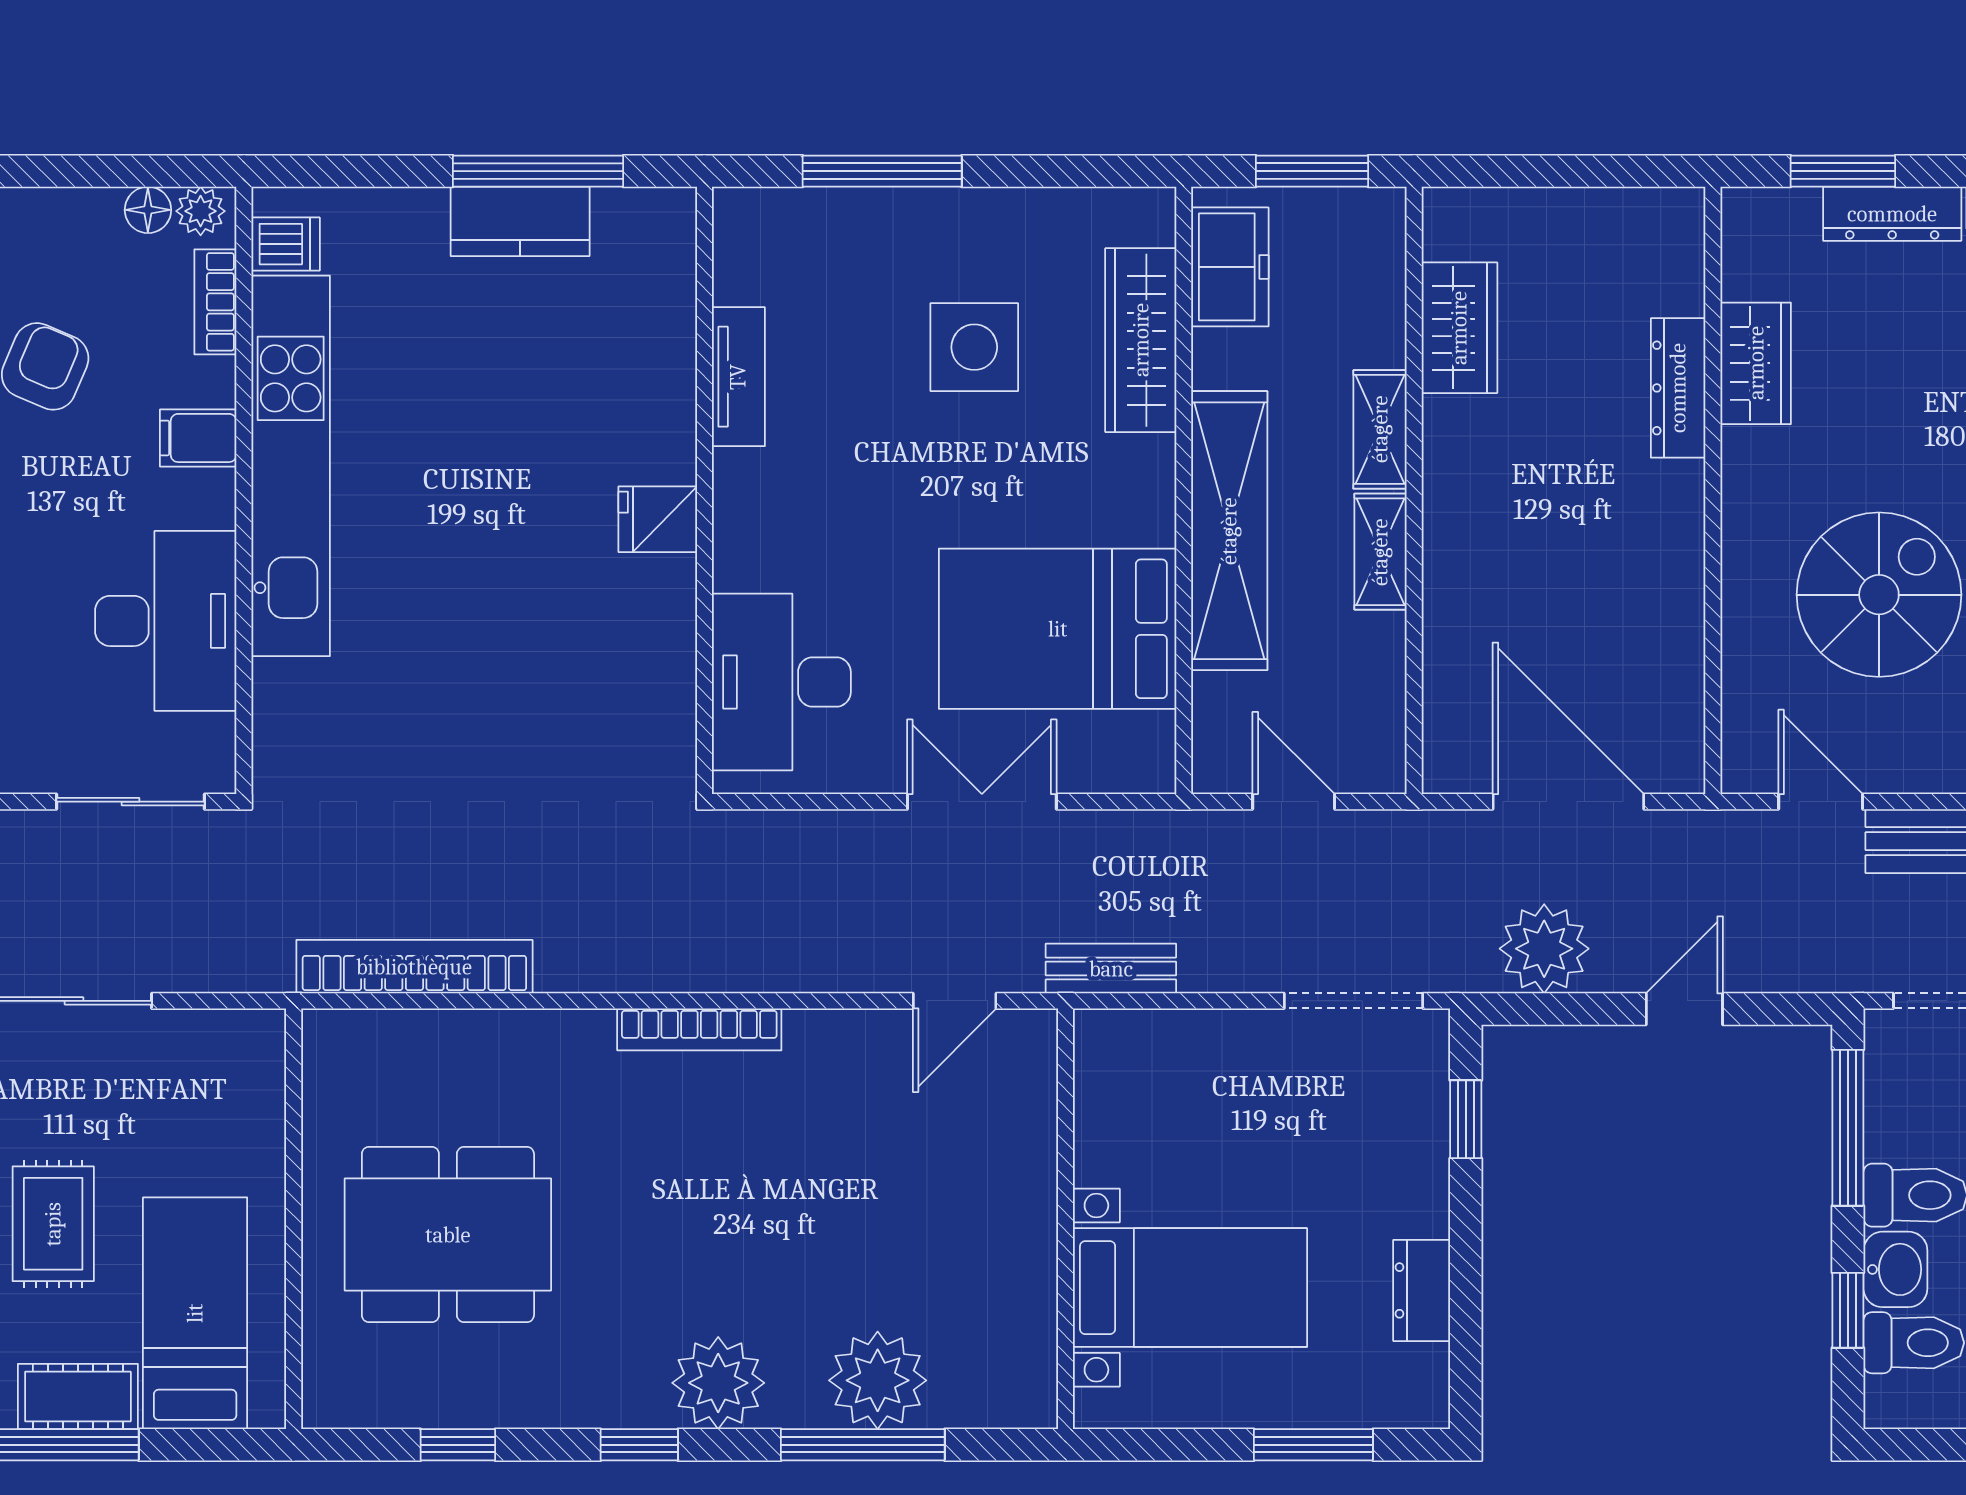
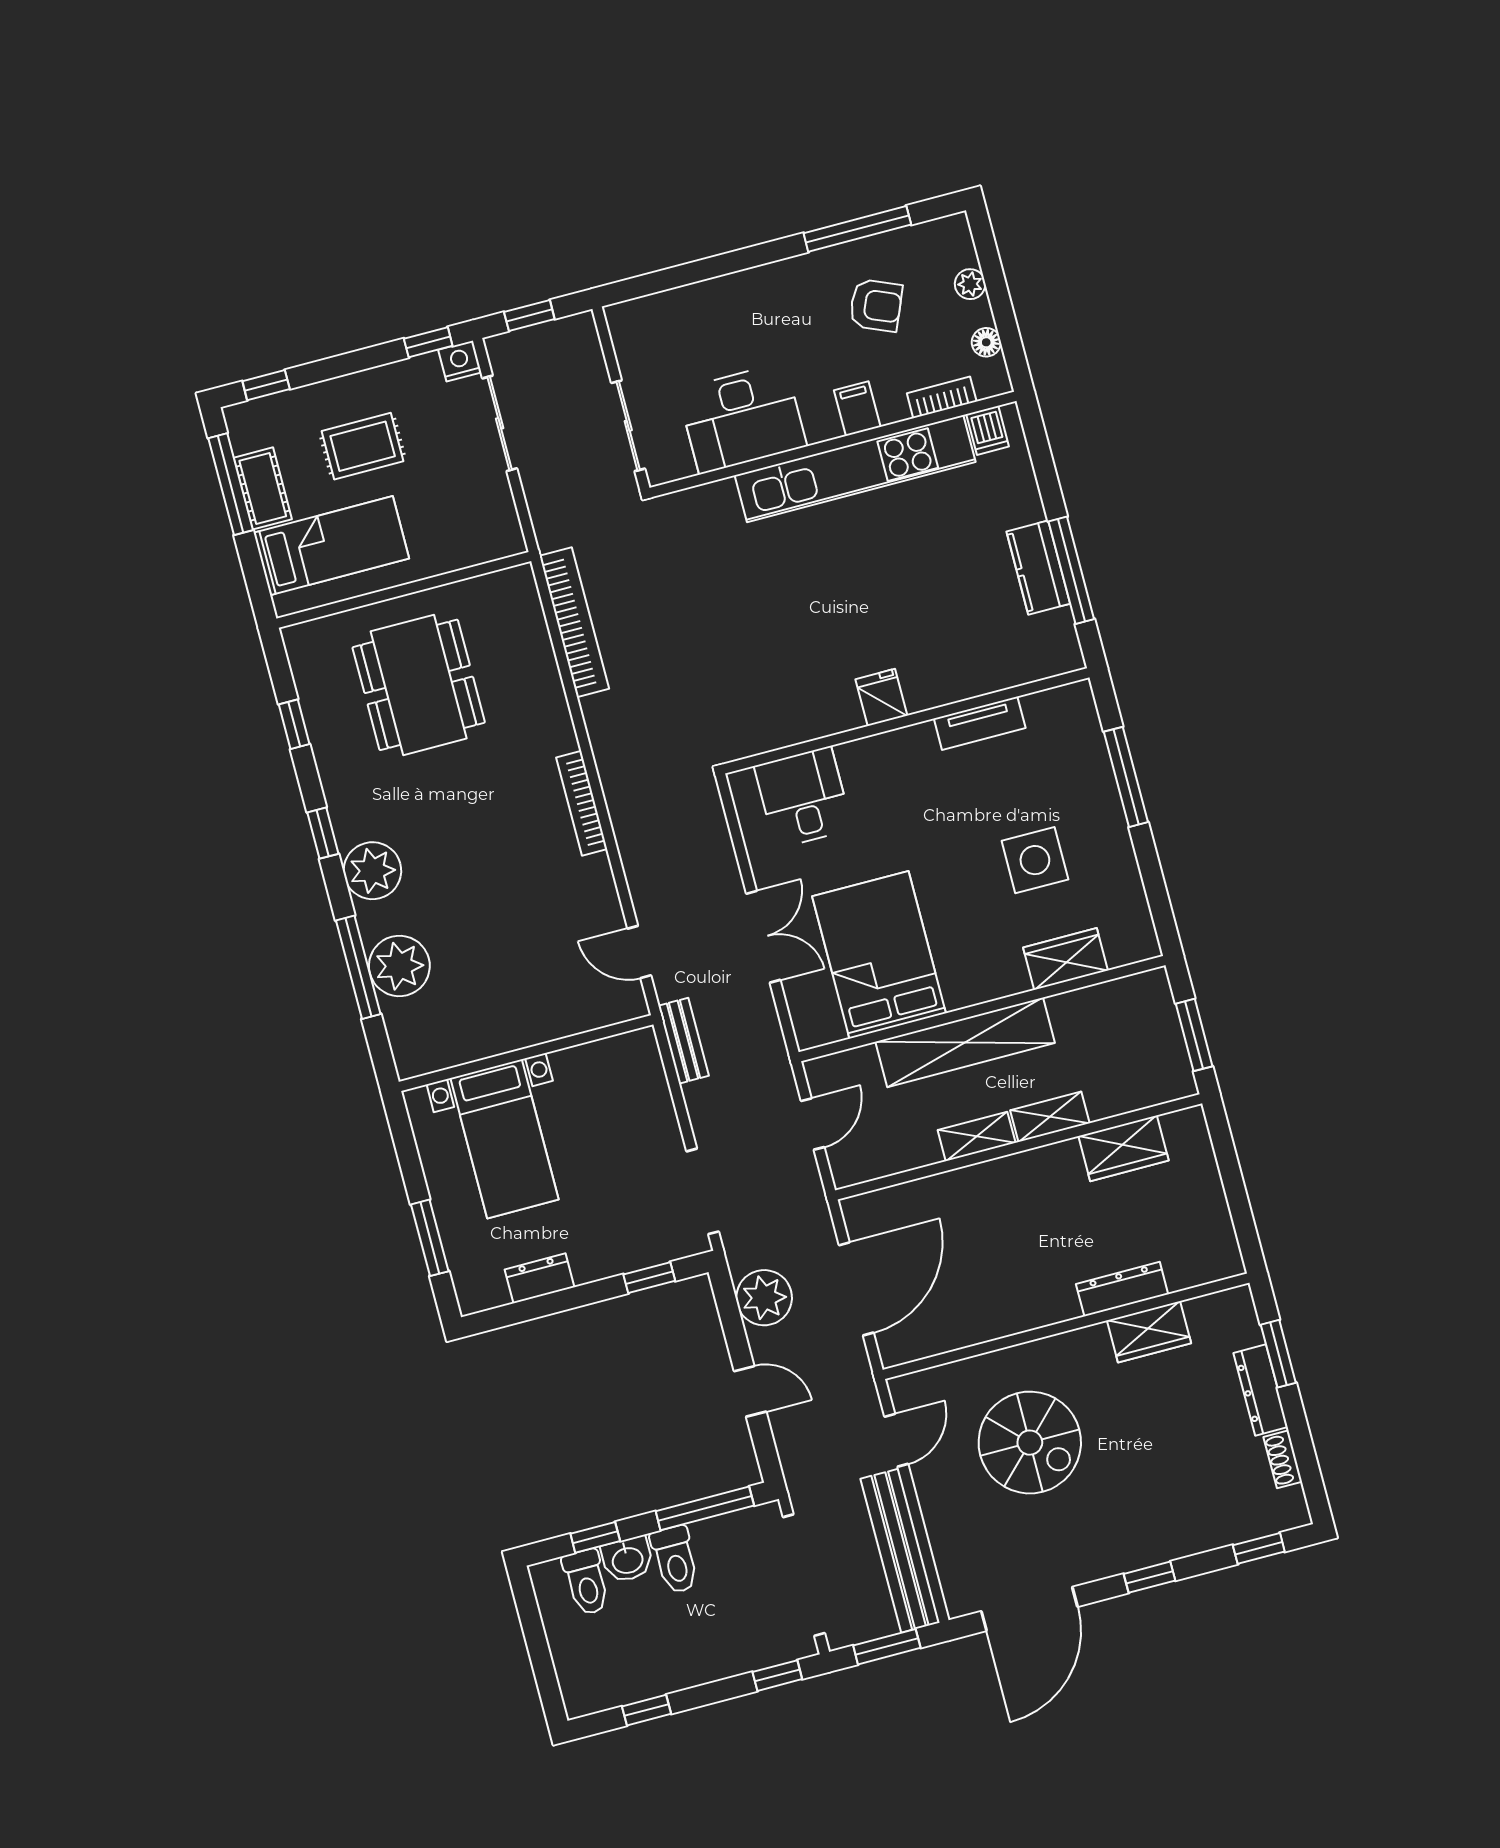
plant: (201, 211) -> (970, 284), moved
freezer: (1230, 267) -> (1124, 1001), removed
wardrobe: (1141, 340) -> (1065, 959), width x0.67
desk: (781, 682) -> (803, 797), width x0.73

